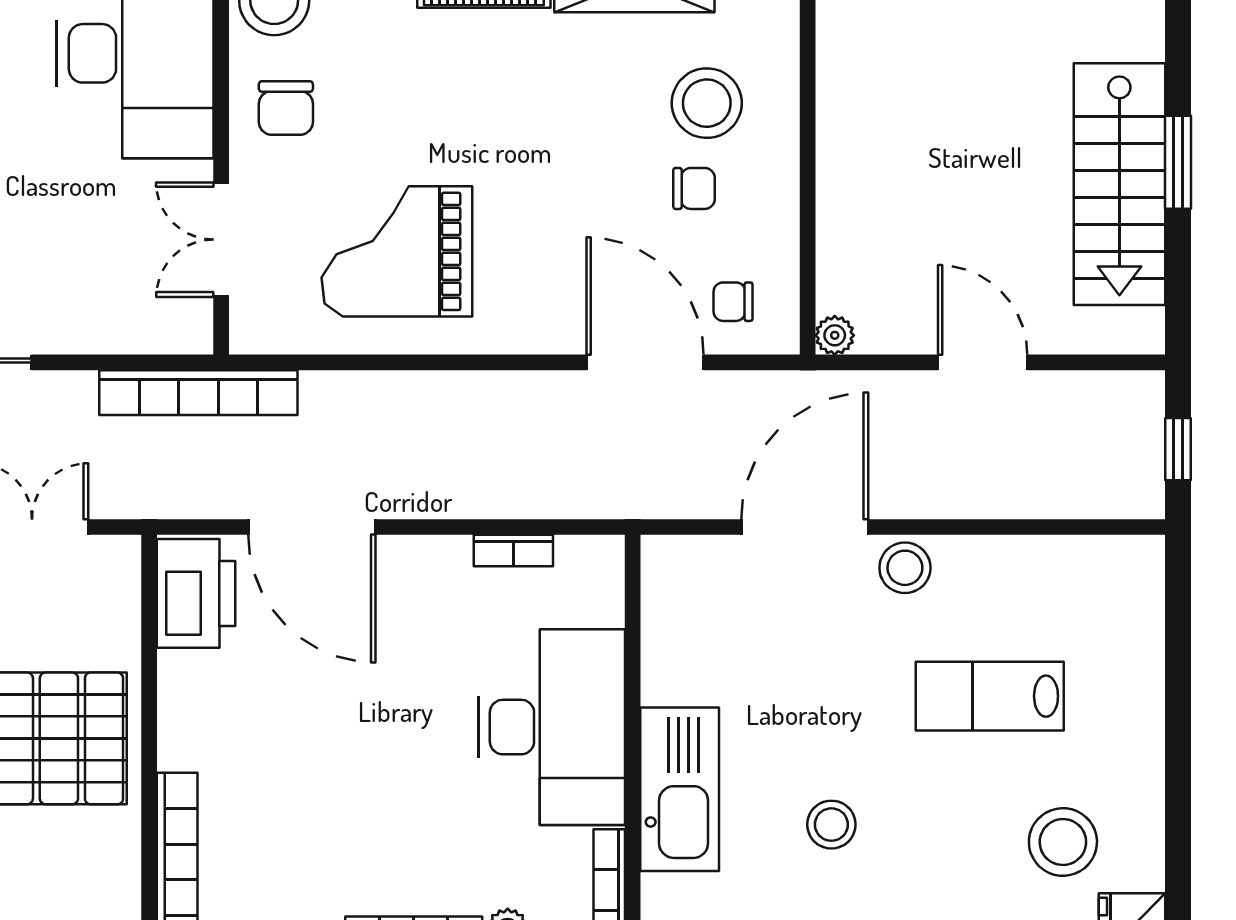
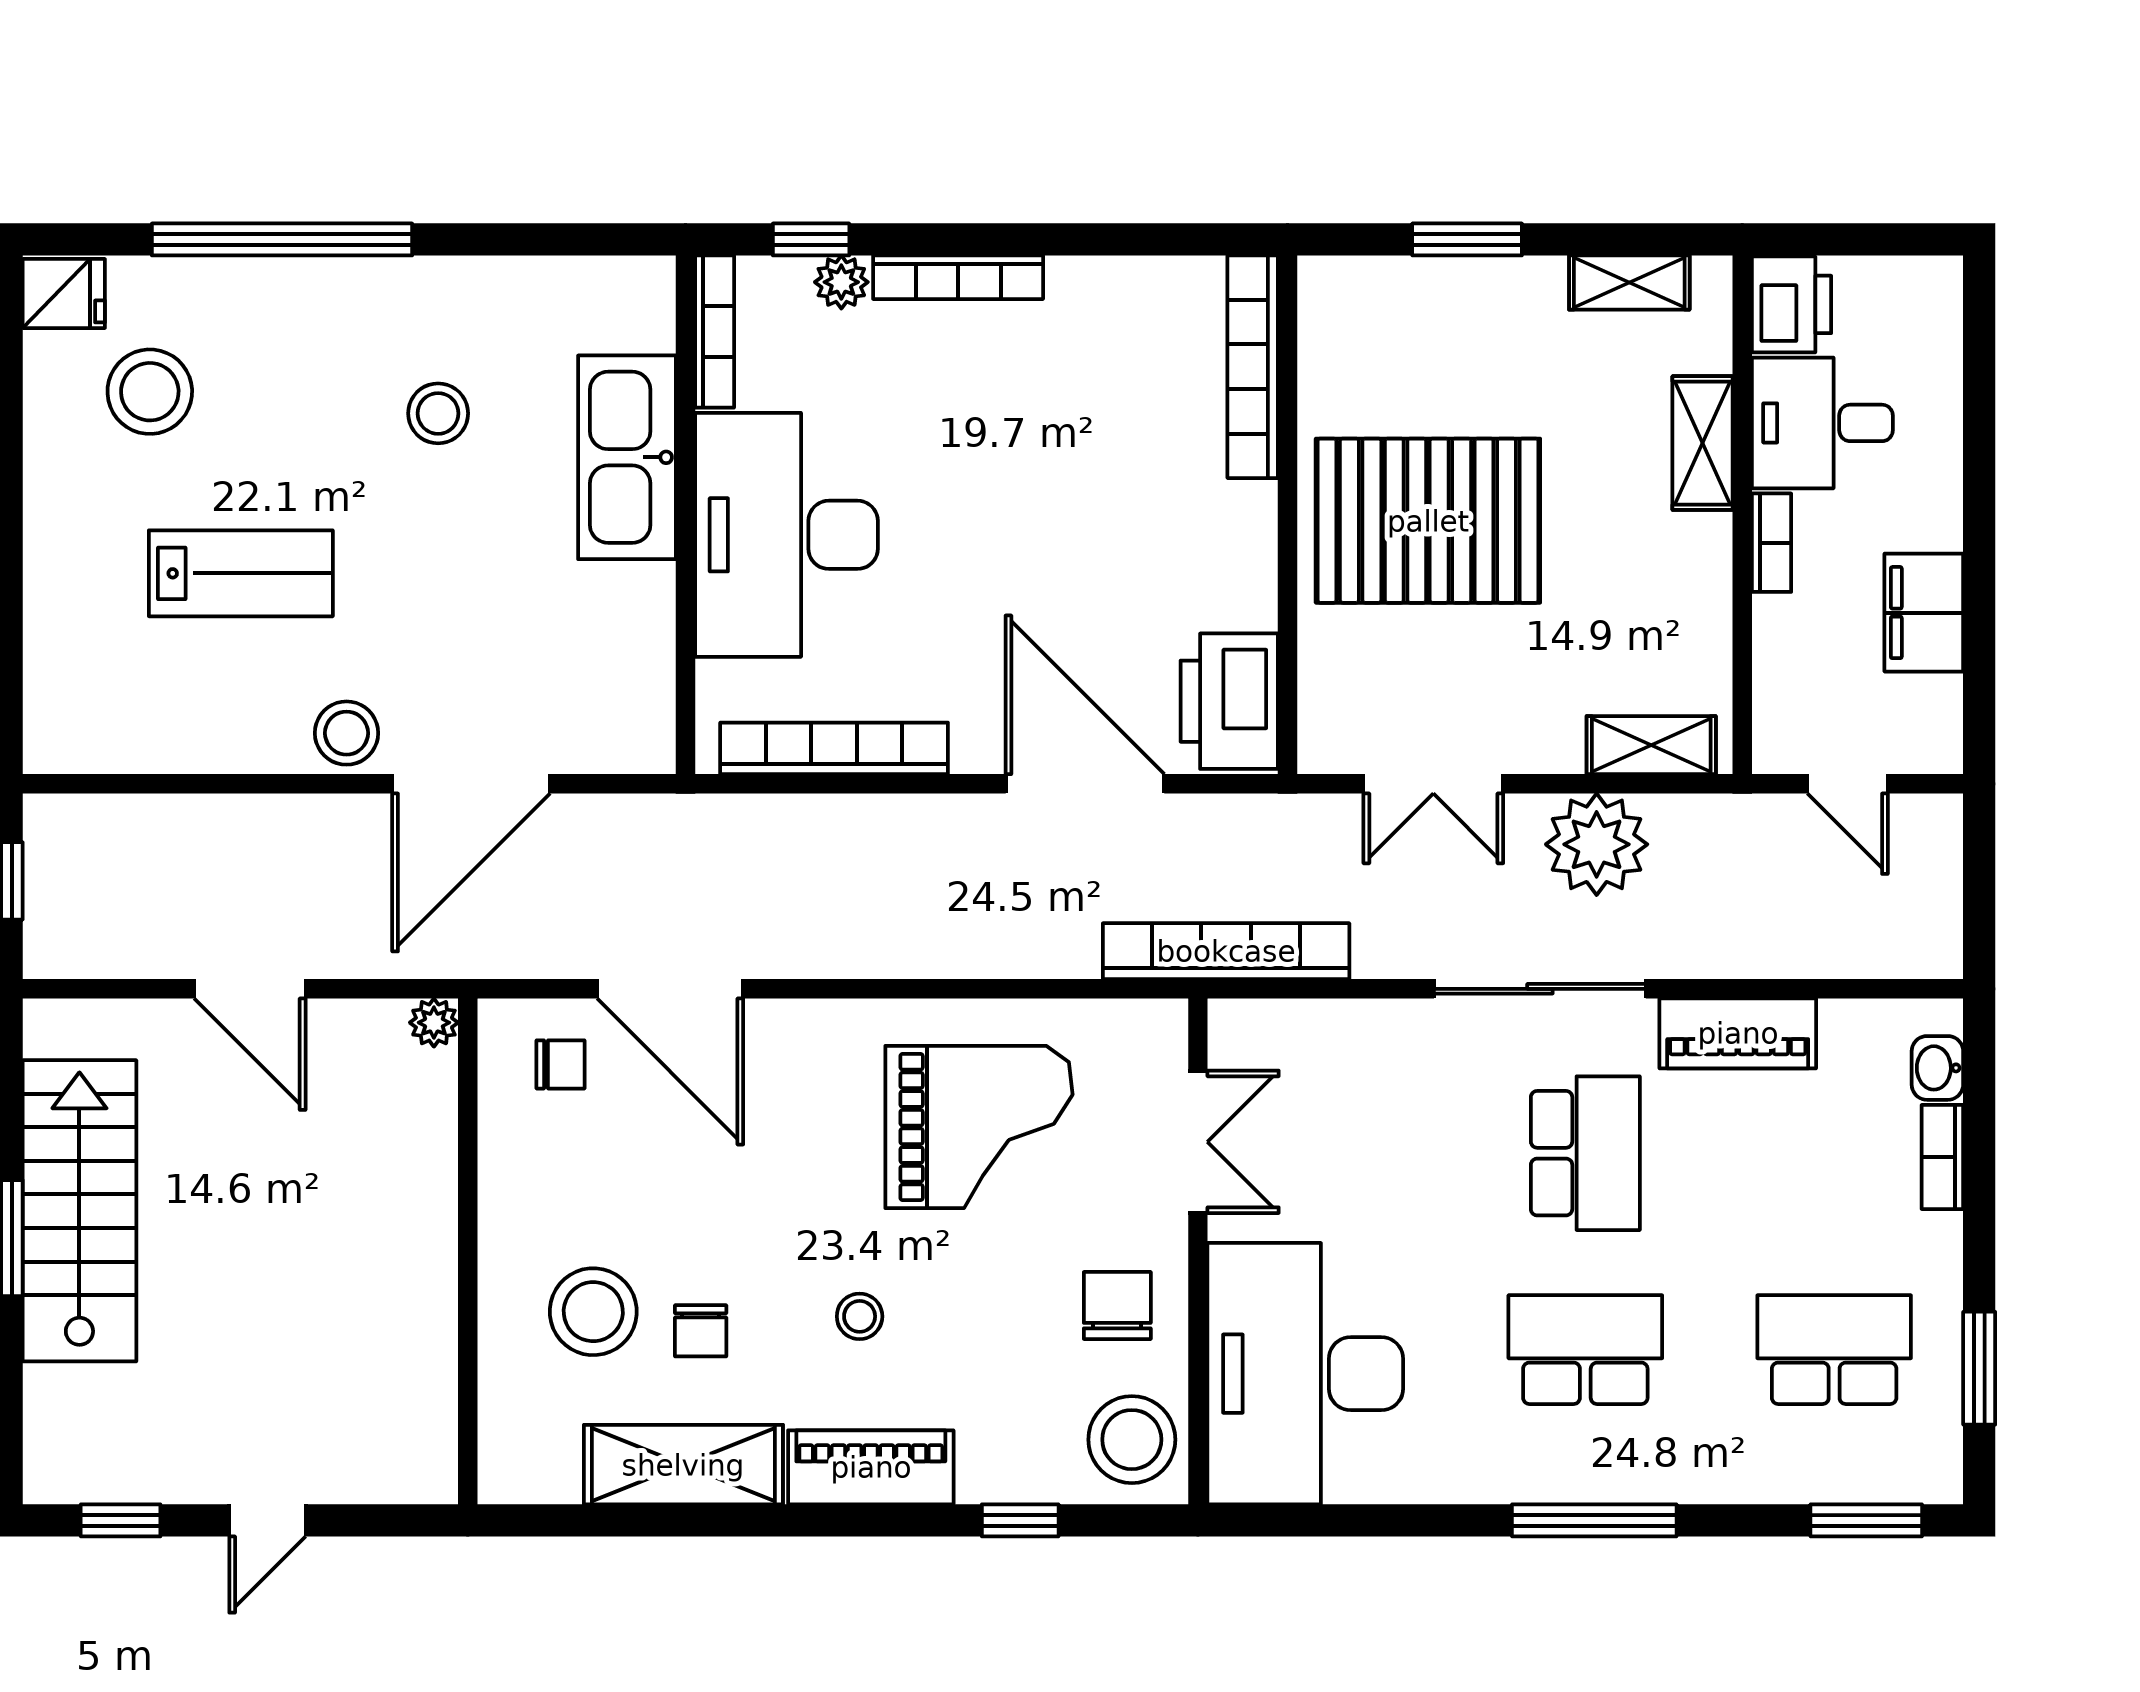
stool: (493, 99) -> (860, 1316), added
chair: (694, 188) -> (701, 1331), moved, turned -90
bookcase: (513, 551) -> (834, 748), width x2.31, depth x1.31

